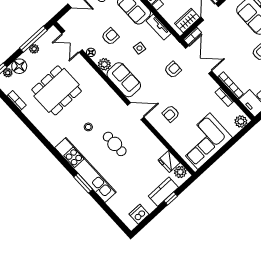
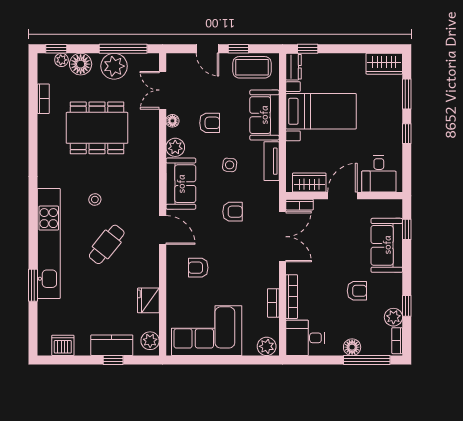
plant: (34, 49) -> (114, 66), width x1.87, depth x1.87
armchair: (173, 70) -> (233, 212), moved
cafe table: (115, 144) -> (107, 244), turned 39
fridge: (169, 161) -> (148, 300), moved
window: (83, 183) -> (33, 285), moved

